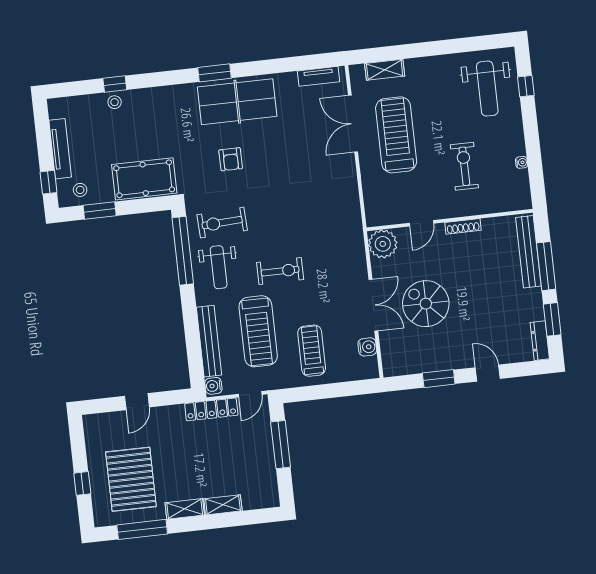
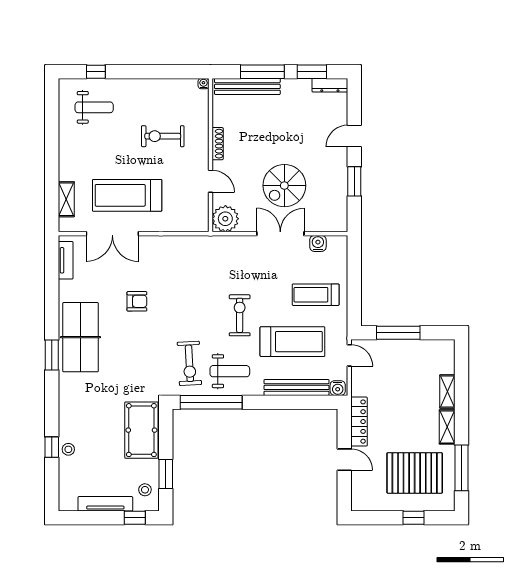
weight bench: (487, 89) -> (94, 107), width x0.73, depth x0.75
armchair: (231, 159) -> (137, 301), moved
water cooler: (522, 162) -> (203, 84), moved
locker: (211, 409) -> (359, 422), moved

